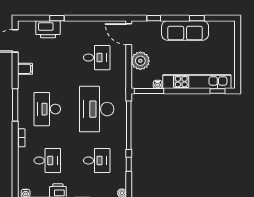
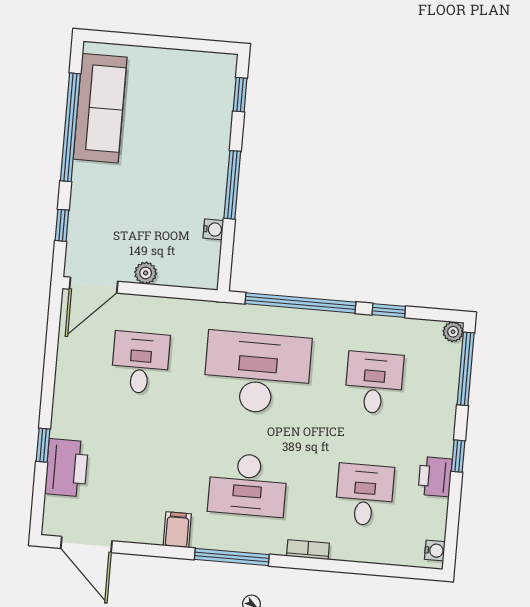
window: (197, 18) -> (70, 127), width x3.17
sofa: (185, 30) -> (100, 108), moved
plant: (140, 61) -> (146, 273), width x0.53, depth x0.53
filing cabinet: (25, 69) -> (177, 530), moved
kitchen unit: (197, 82) -> (215, 140), removed
window: (149, 91) -> (232, 185), moved
desk: (97, 109) -> (257, 373), turned 180

